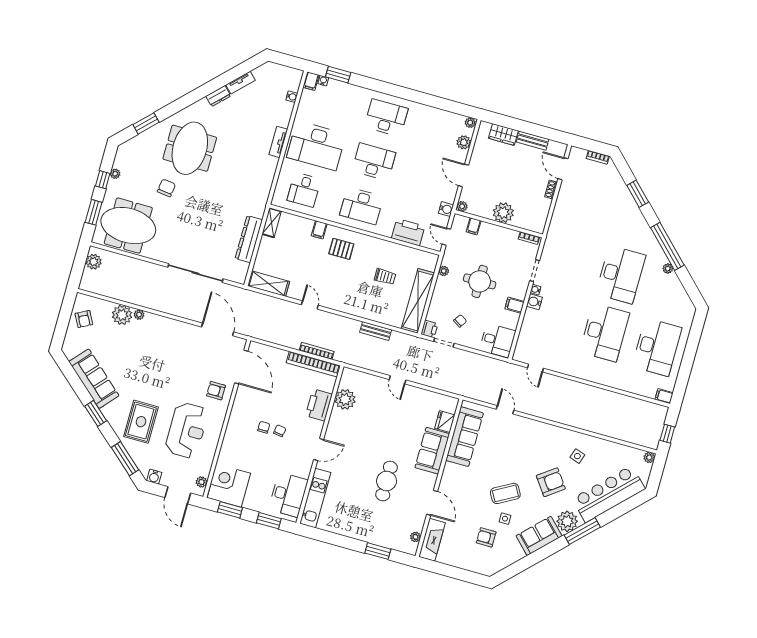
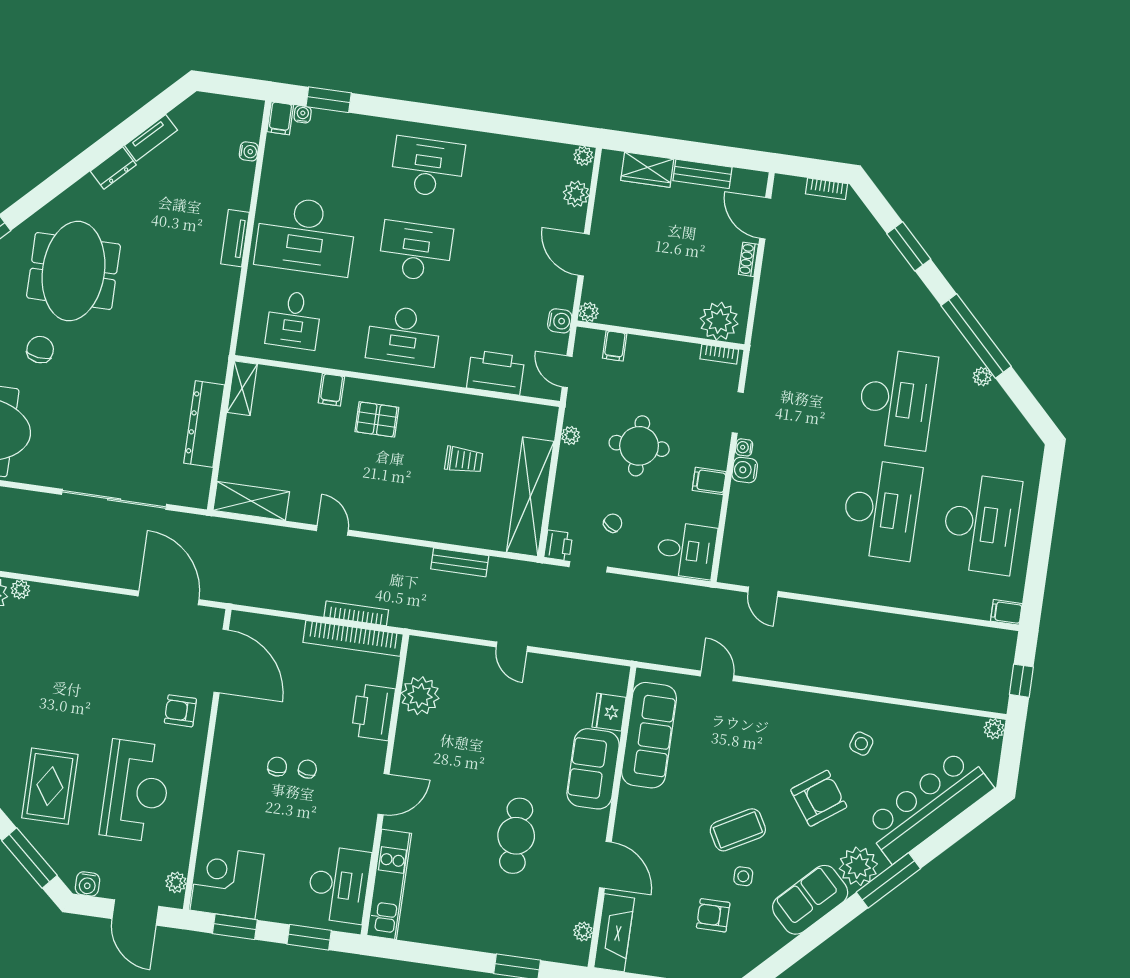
plant: (503, 213) -> (719, 321), moved

